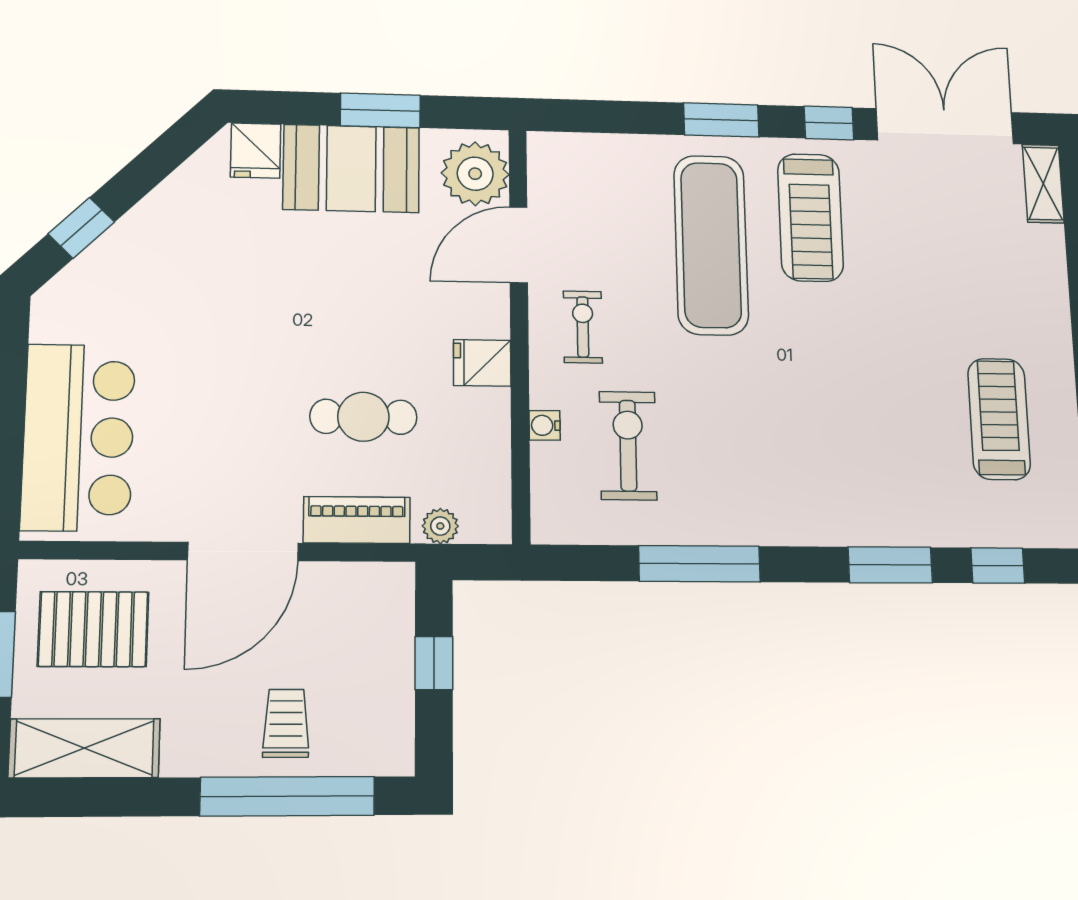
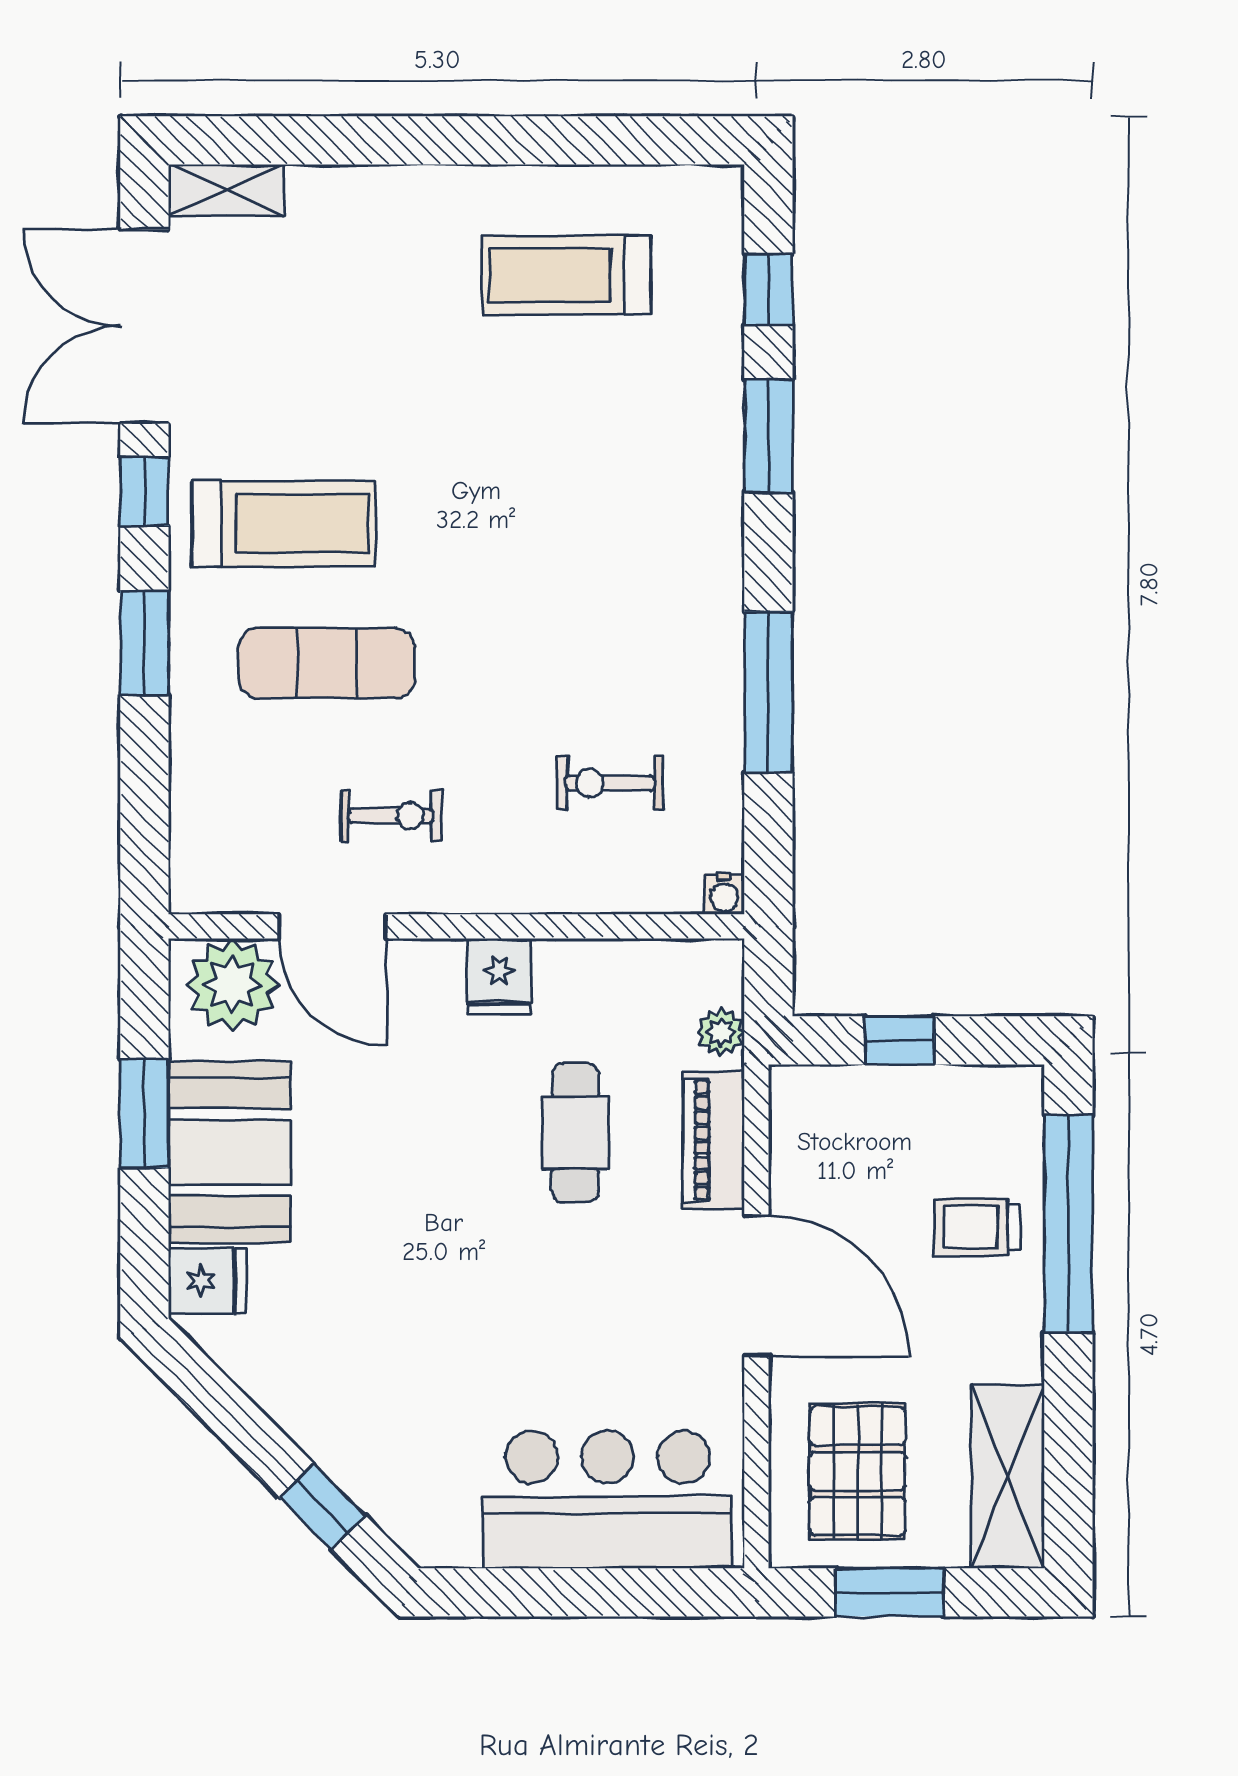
exercise mat: (711, 245) -> (327, 663), width x0.73, depth x0.69
exercise bike: (583, 327) -> (391, 816), moved, turned 180
water cooler: (545, 425) -> (724, 894), moved
exercise bike: (628, 446) -> (610, 783), width x0.73, depth x0.72

